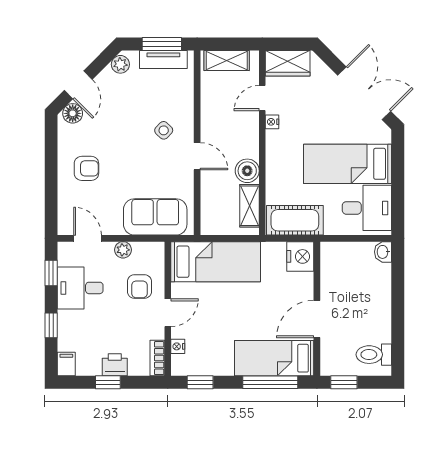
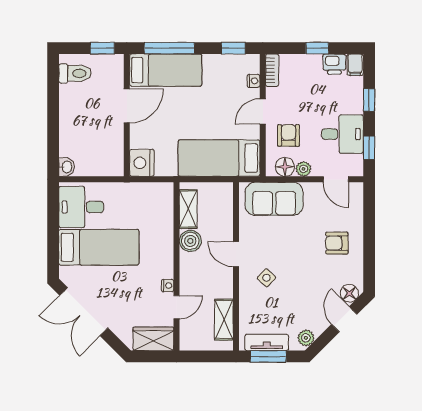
shelving: (227, 60) -> (224, 320), moved, turned 90
cot: (295, 220) -> (147, 196), removed
floor lamp: (143, 252) -> (285, 167), added
printer: (115, 365) -> (334, 64), moved

